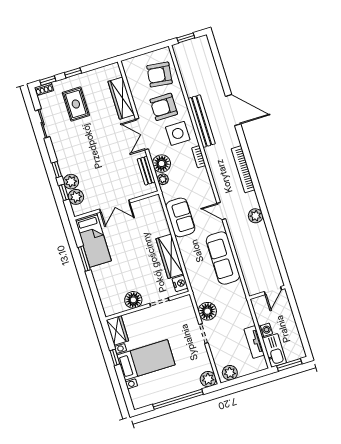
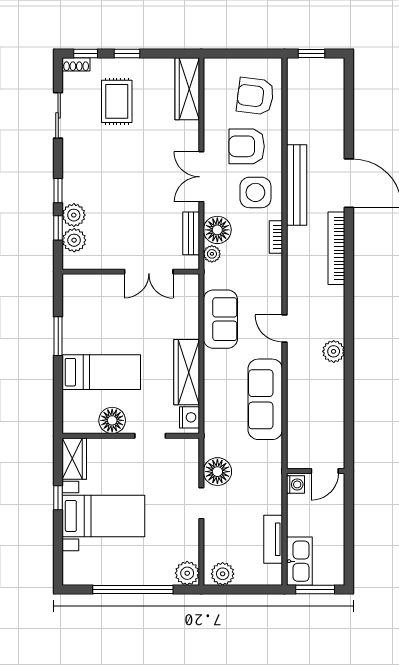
wardrobe: (121, 98) -> (187, 89), moved
bookcase: (243, 169) -> (336, 248), moved
double door: (115, 206) -> (149, 272), moved
bed: (93, 240) -> (101, 372), moved, turned -90
washing machine: (265, 330) -> (295, 484), moved

